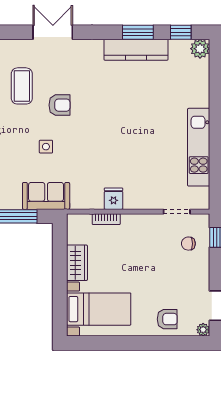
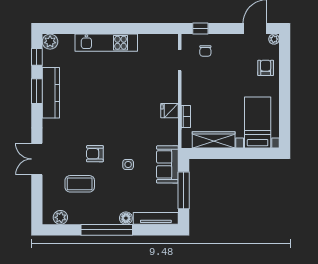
armchair: (60, 105) -> (95, 154), turned -90
kitchen unit: (199, 147) -> (106, 43), moved
wardrobe: (77, 263) -> (214, 140), width x1.50

